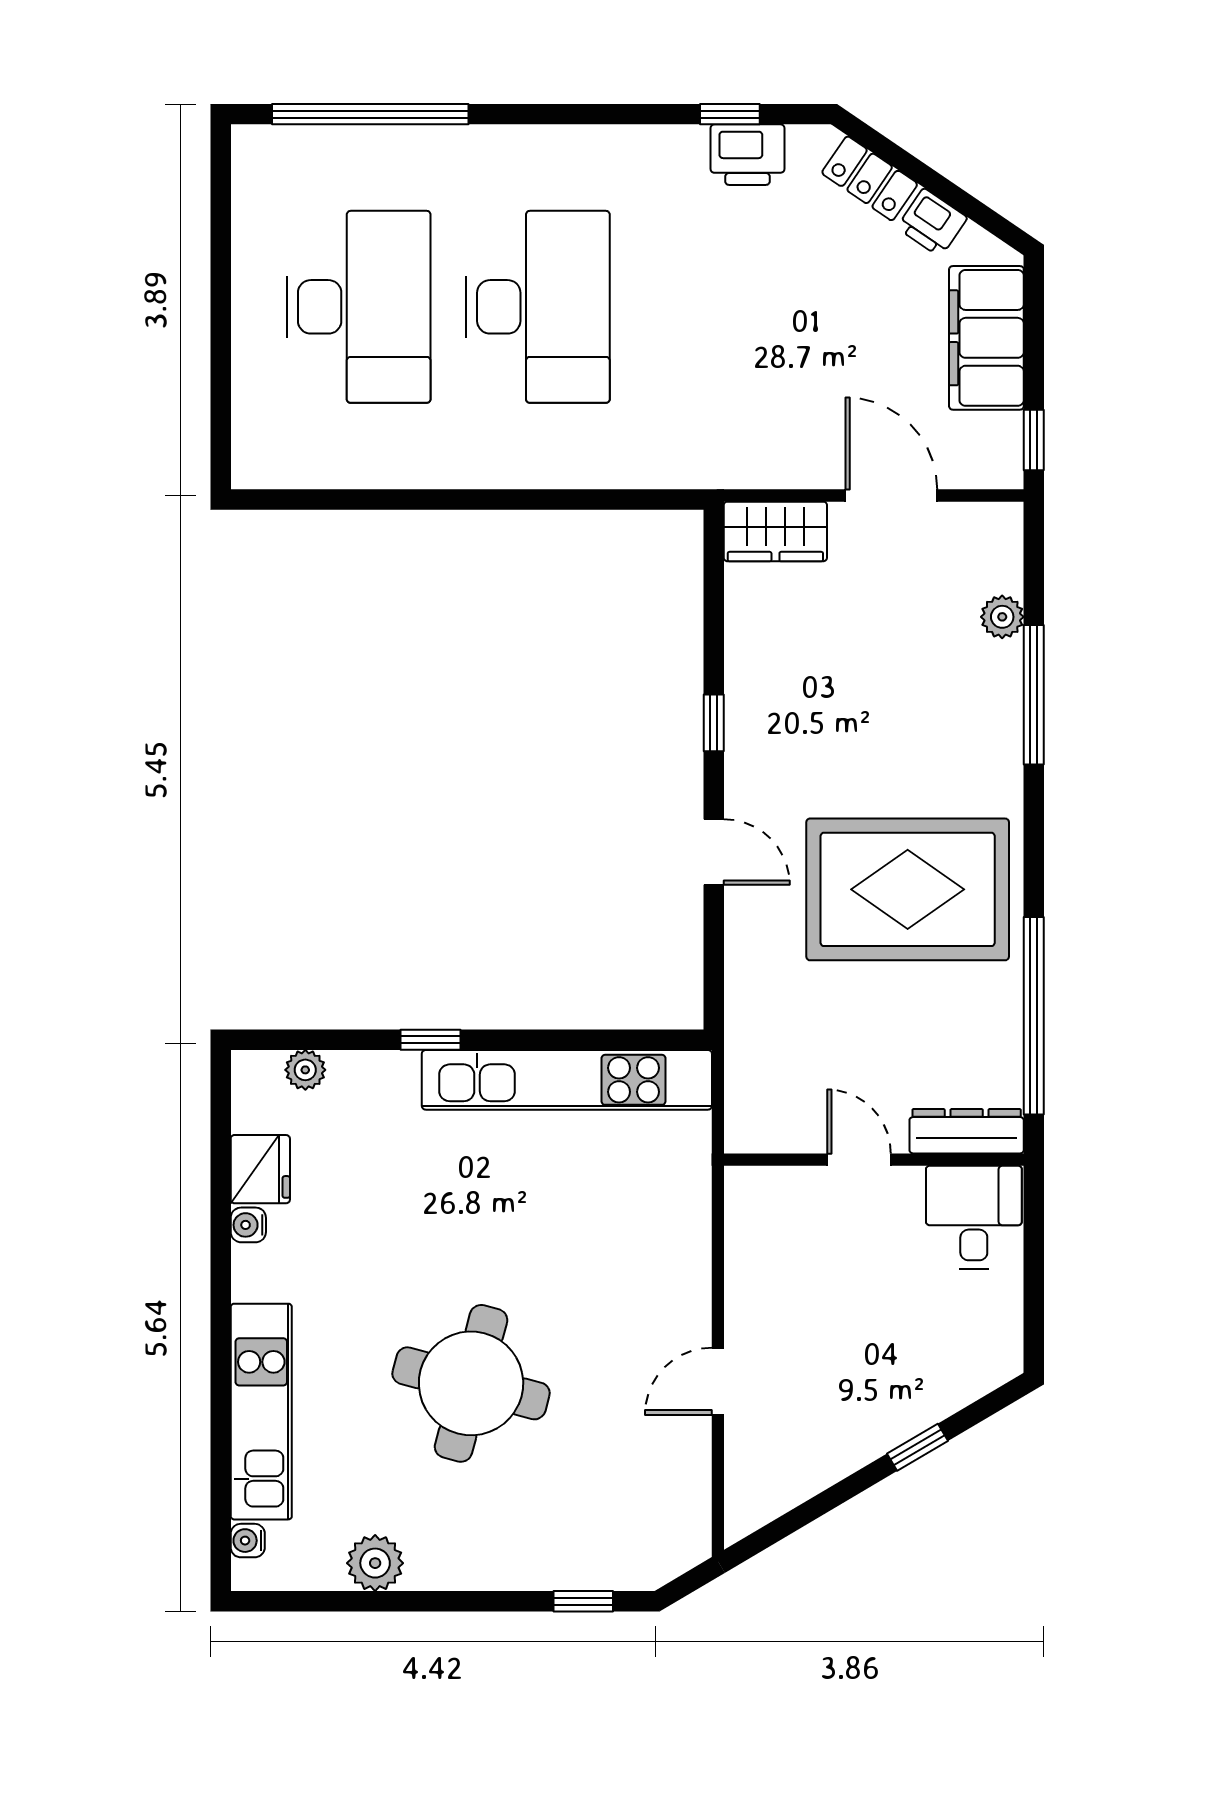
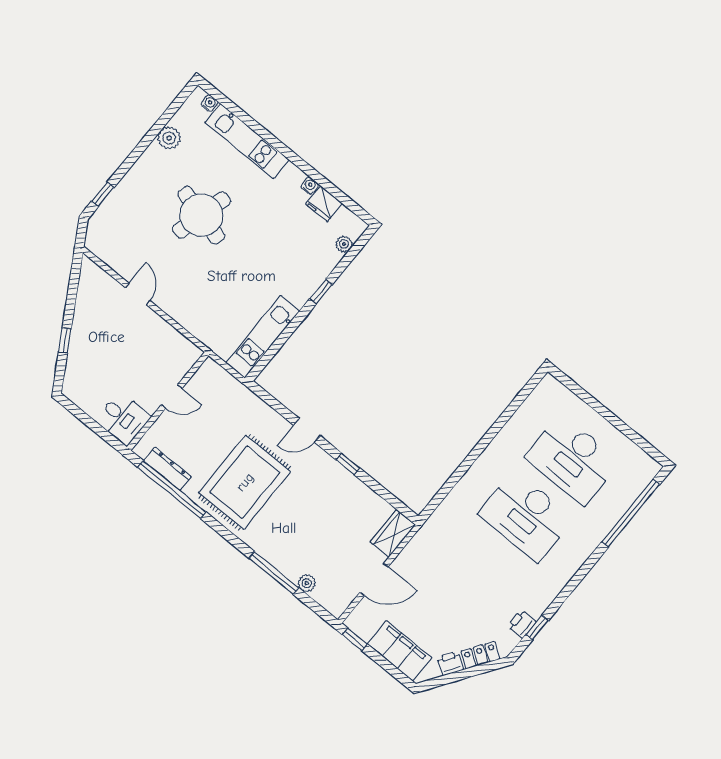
printer: (747, 155) -> (522, 624), width x0.73, depth x0.81
kitchen unit: (567, 1080) -> (263, 337), width x0.73
dresser: (967, 1131) -> (167, 469), moved, turned -90

